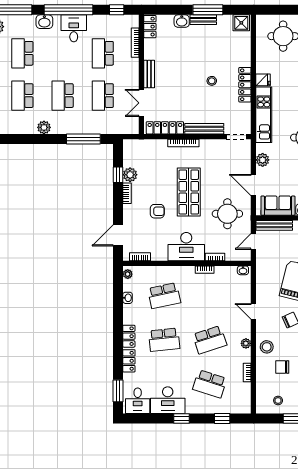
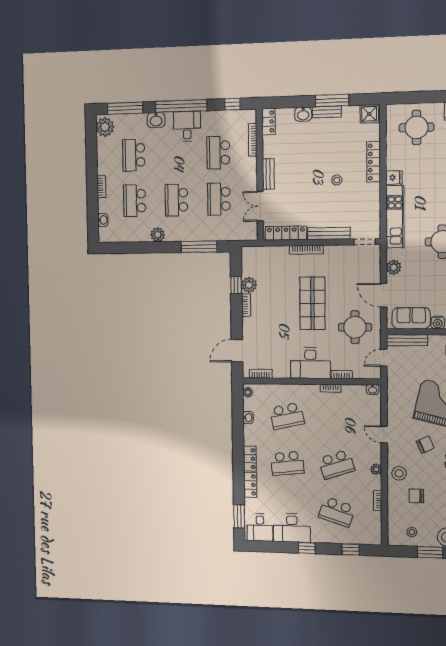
locker: (245, 85) -> (374, 162), moved
armchair: (157, 211) -> (279, 324), removed

